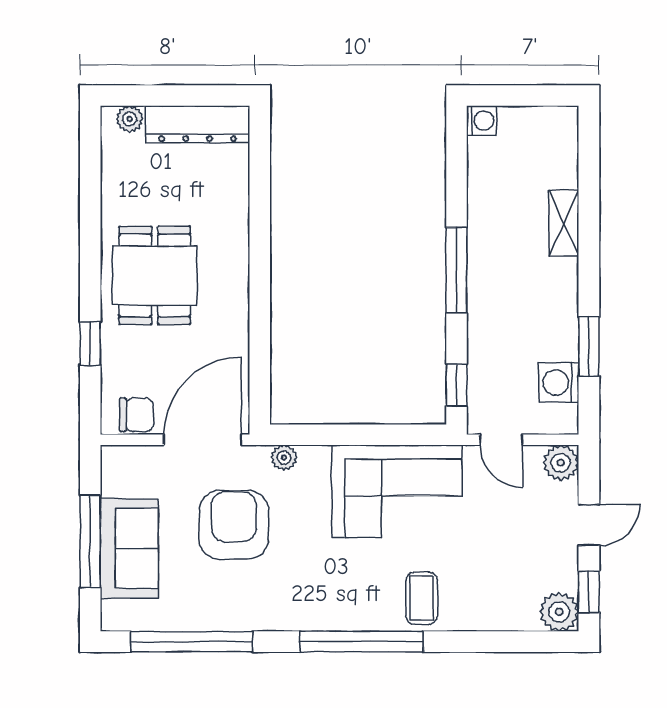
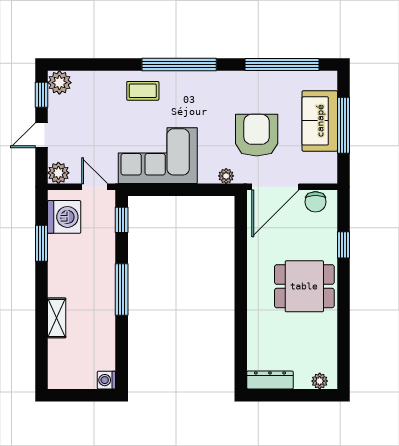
dresser: (198, 124) -> (270, 380), width x0.73, depth x0.80
dining table: (155, 275) -> (304, 286), turned 90
washing machine: (559, 382) -> (64, 217), width x1.37, depth x1.37
chair: (136, 415) -> (315, 202), turned -90
armchair: (234, 525) -> (257, 135), turned 180
coffee table: (422, 598) -> (143, 91), turned 90

